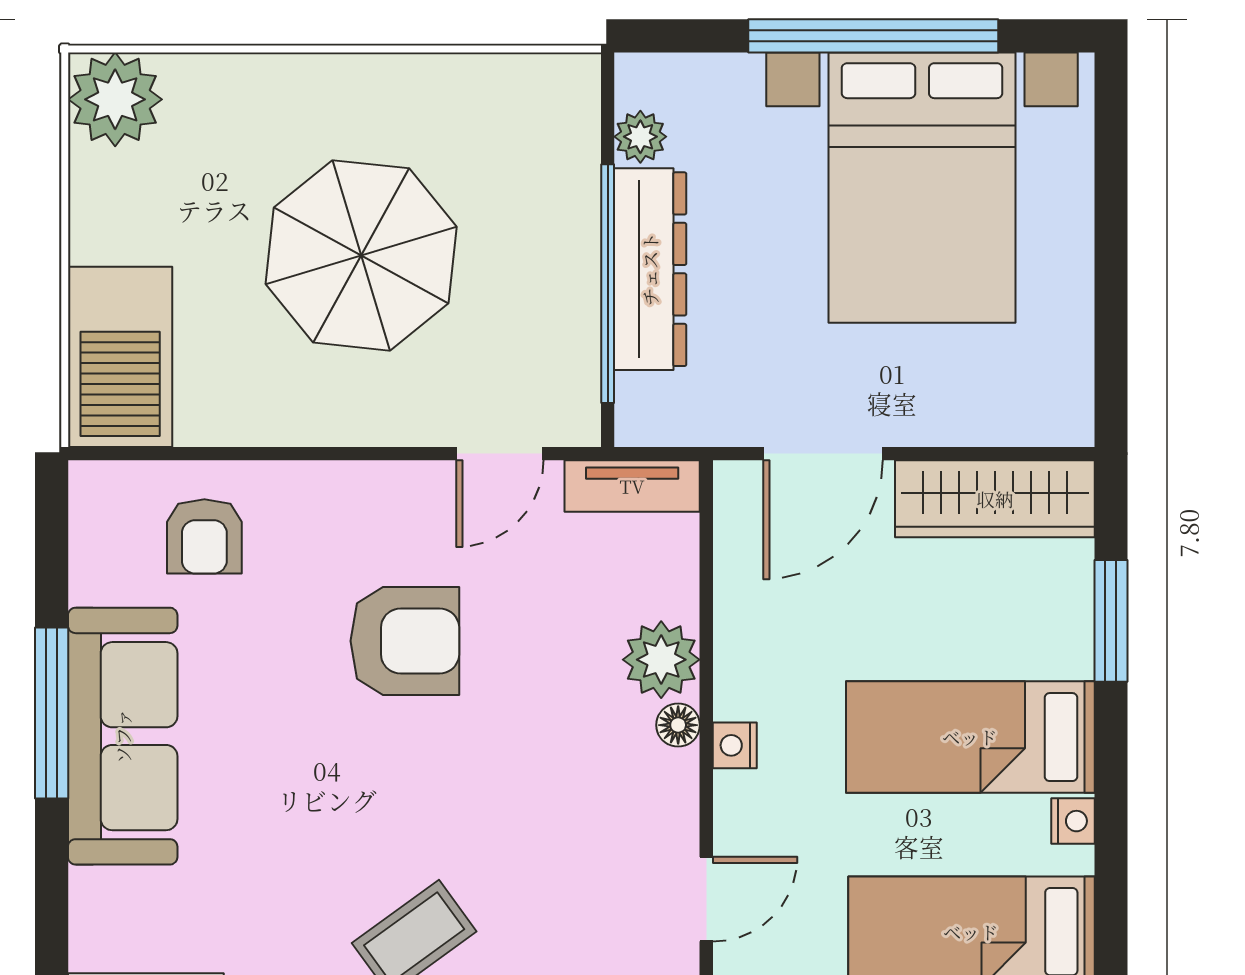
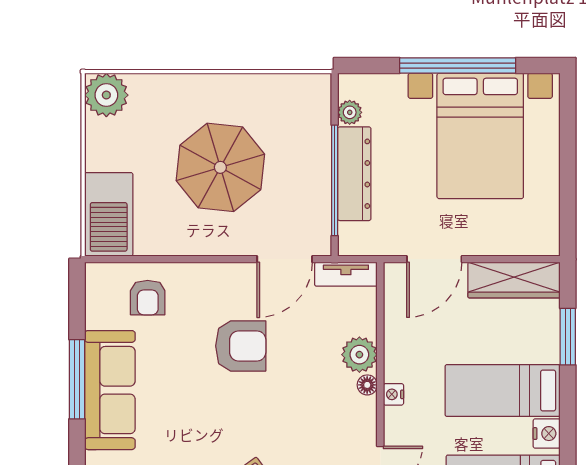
door: (500, 454) -> (285, 259), width x1.38
nightstand: (1073, 821) -> (547, 434), width x1.39, depth x1.35

